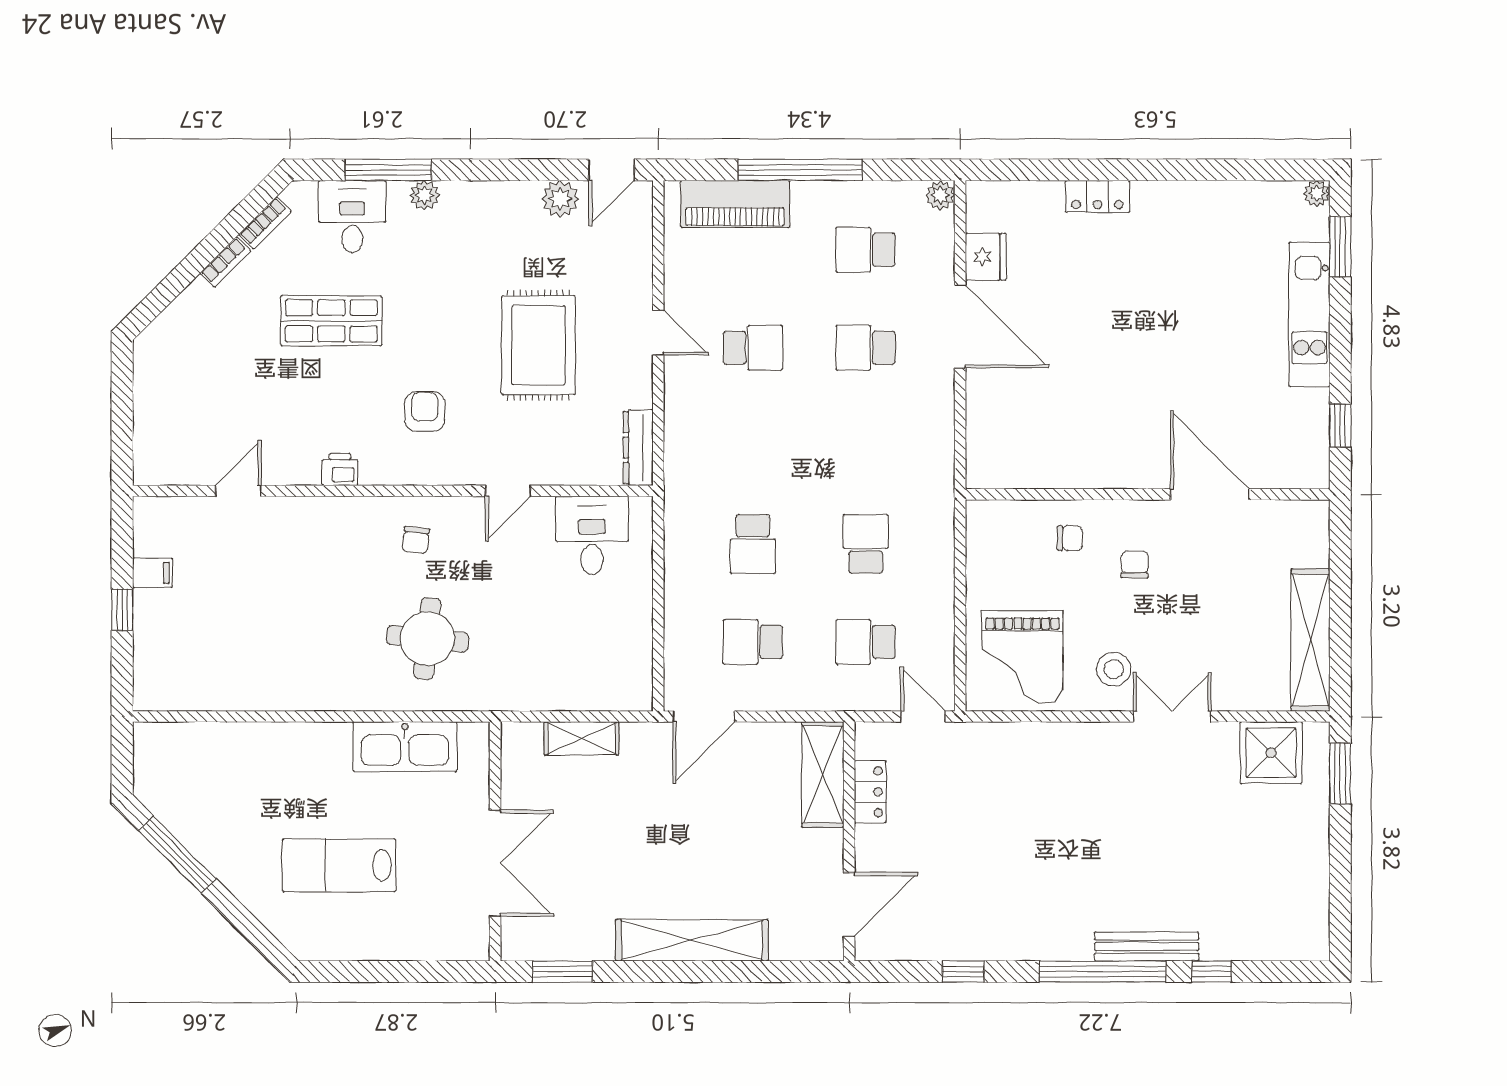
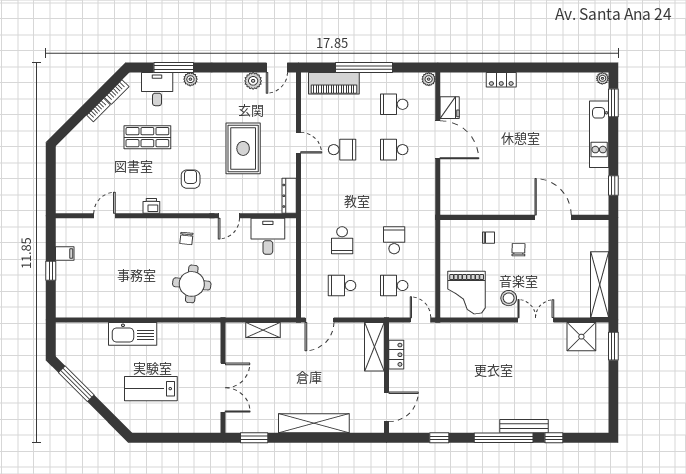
kitchen sink: (405, 747) -> (133, 334), moved

